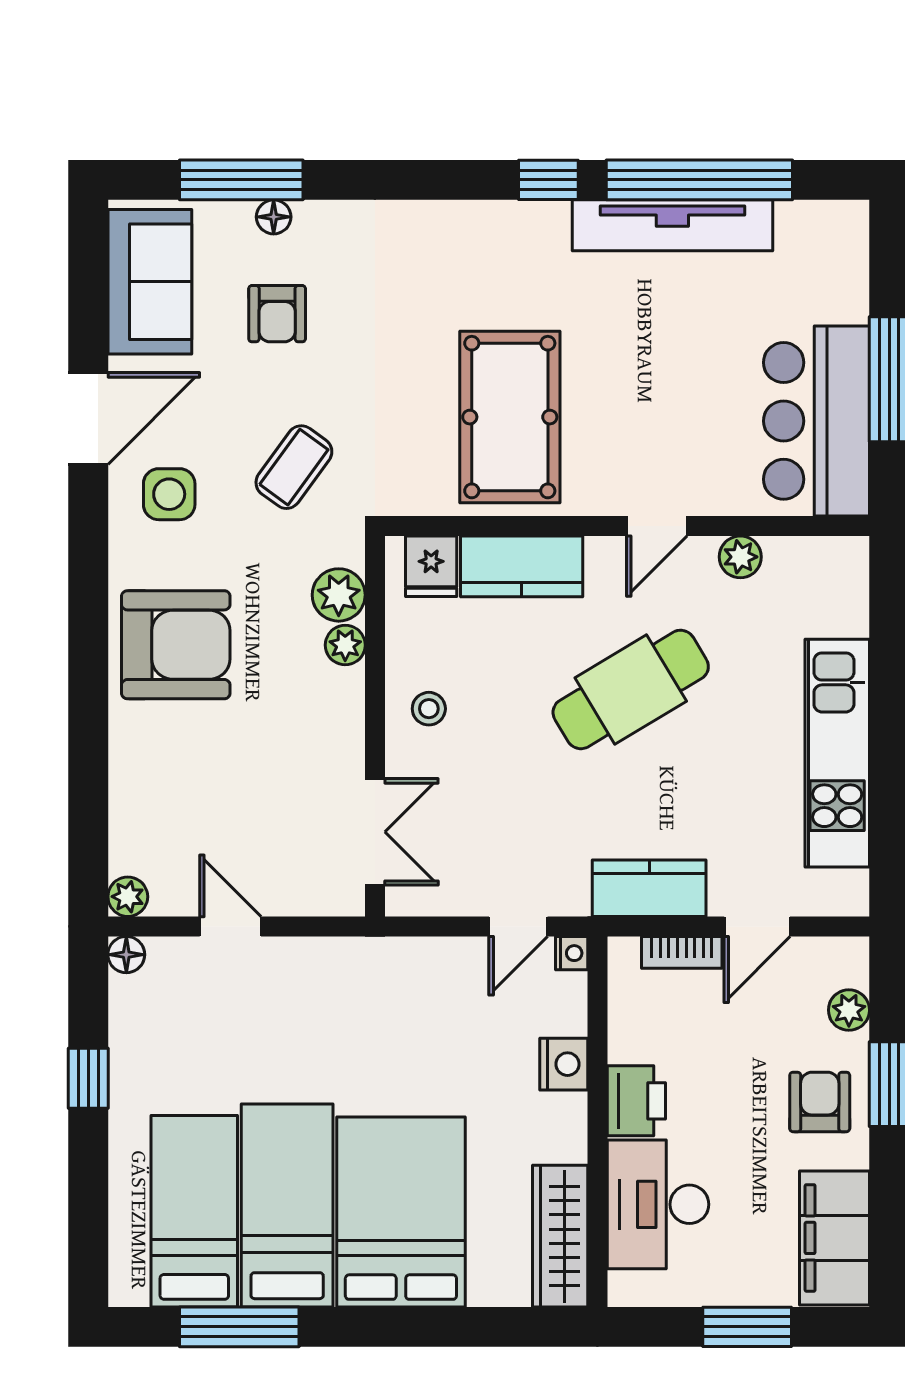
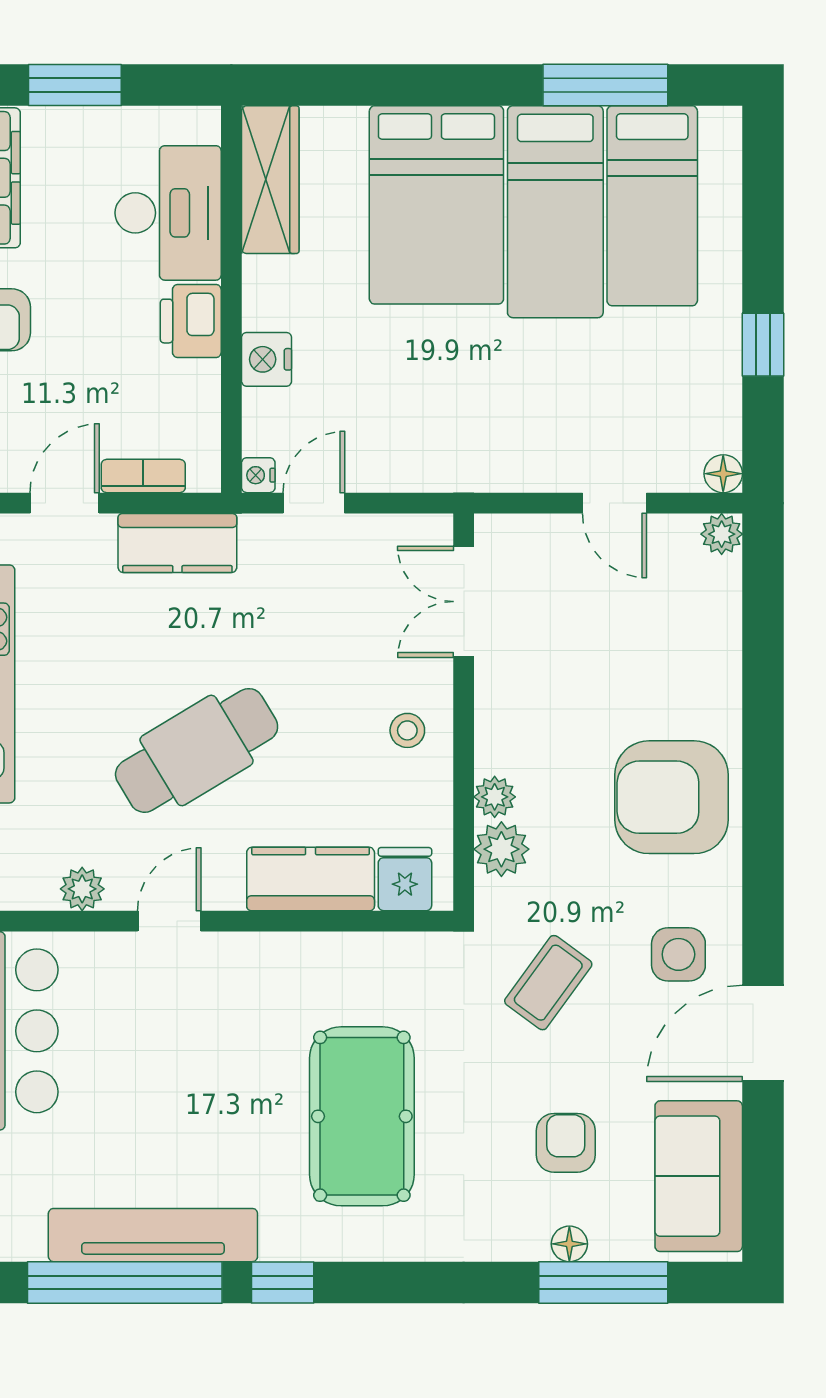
pool table: (510, 417) -> (362, 1116), moved

